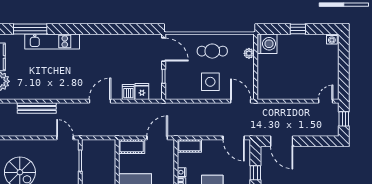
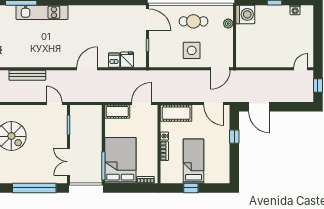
washing machine: (332, 39) -> (295, 10), moved
door: (241, 101) -> (220, 69), swing flipped
cot: (189, 146) -> (176, 113), width x1.37, depth x1.34

